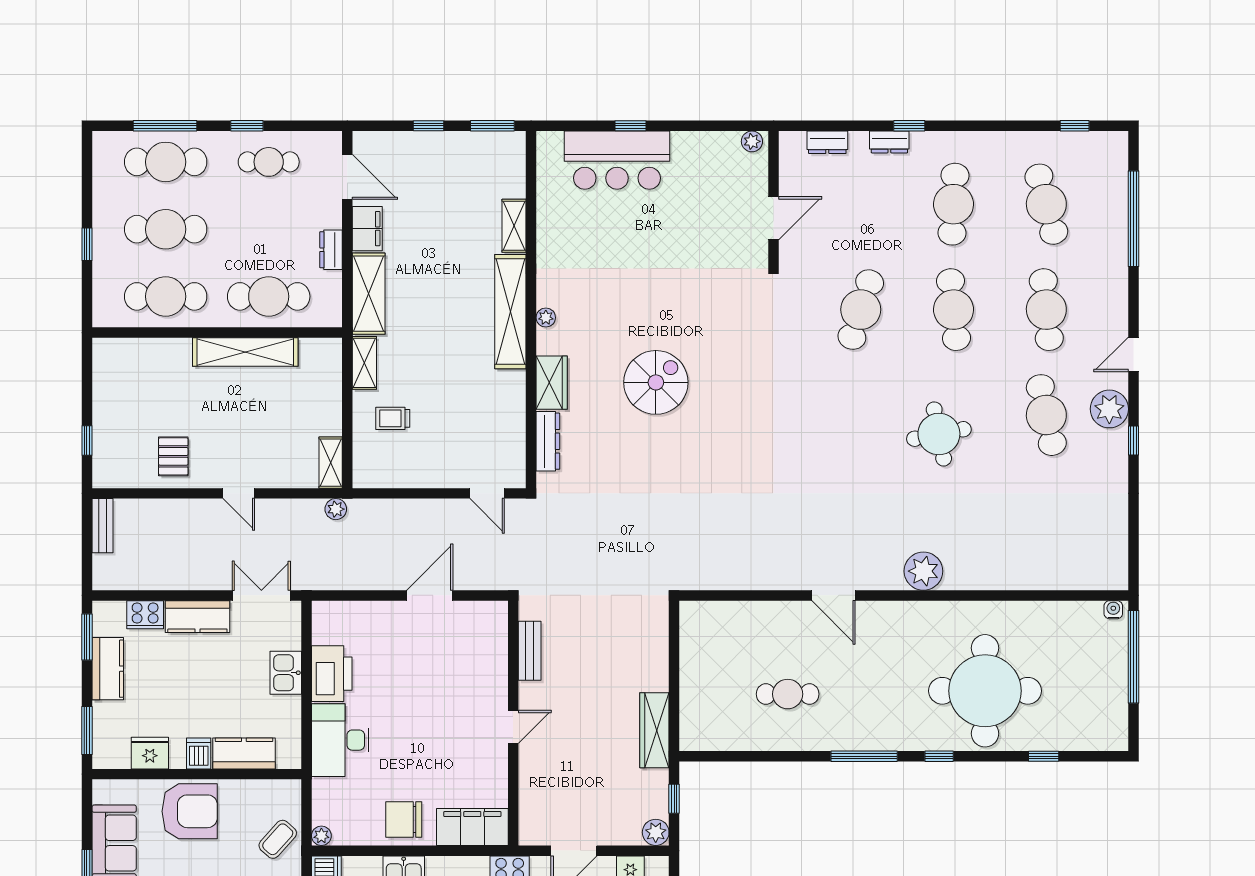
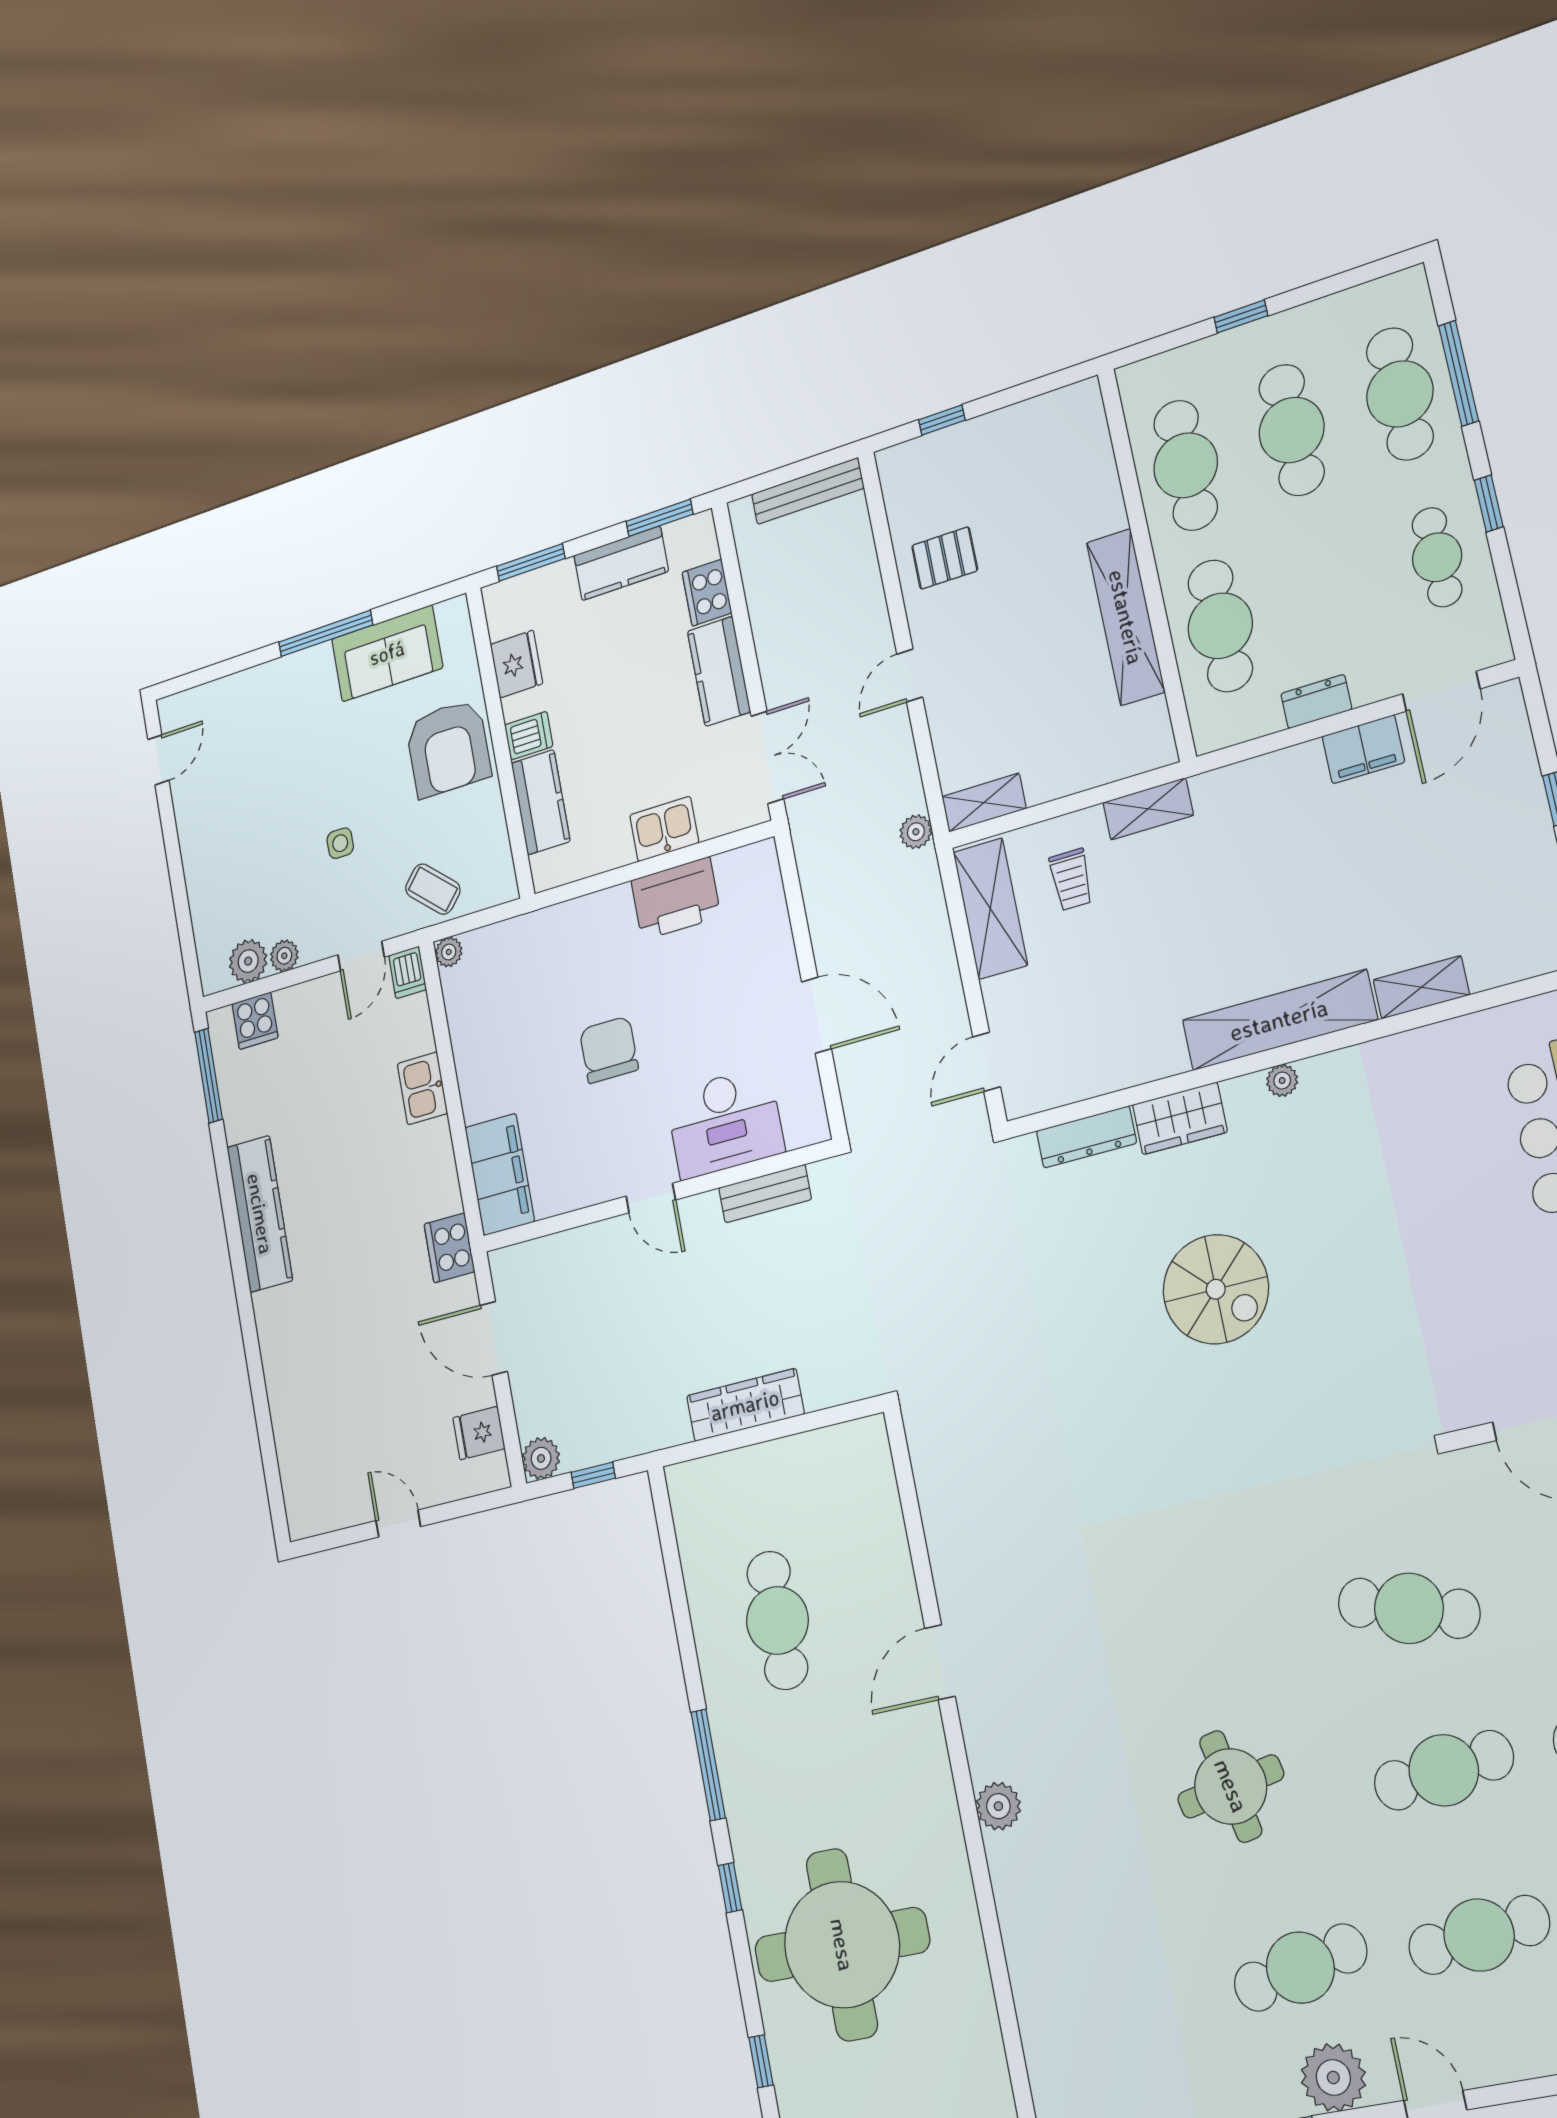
shelving: (369, 294) -> (990, 909), moved, turned 90
trolley: (393, 418) -> (1071, 879), turned 180
bench: (102, 526) -> (808, 491), width x1.36
plant: (923, 571) -> (998, 1806), width x0.73, depth x0.73
cafe table: (788, 694) -> (777, 1620), width x1.37, depth x1.35
wardrobe: (654, 730) -> (745, 1405), moved
desk: (340, 740) -> (725, 1123), moved, turned 180
chair: (404, 819) -> (609, 1050), moved

